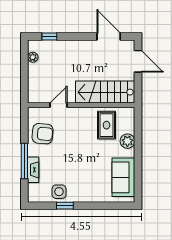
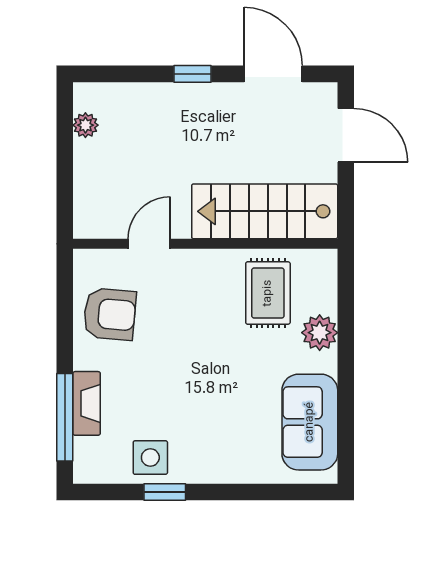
window: (49, 36) -> (192, 74), moved
window: (24, 161) -> (65, 417), moved

